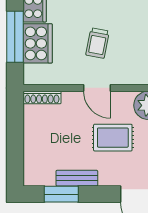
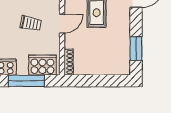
cooker: (38, 43) -> (42, 65), moved
bench: (77, 178) -> (125, 38), removed

